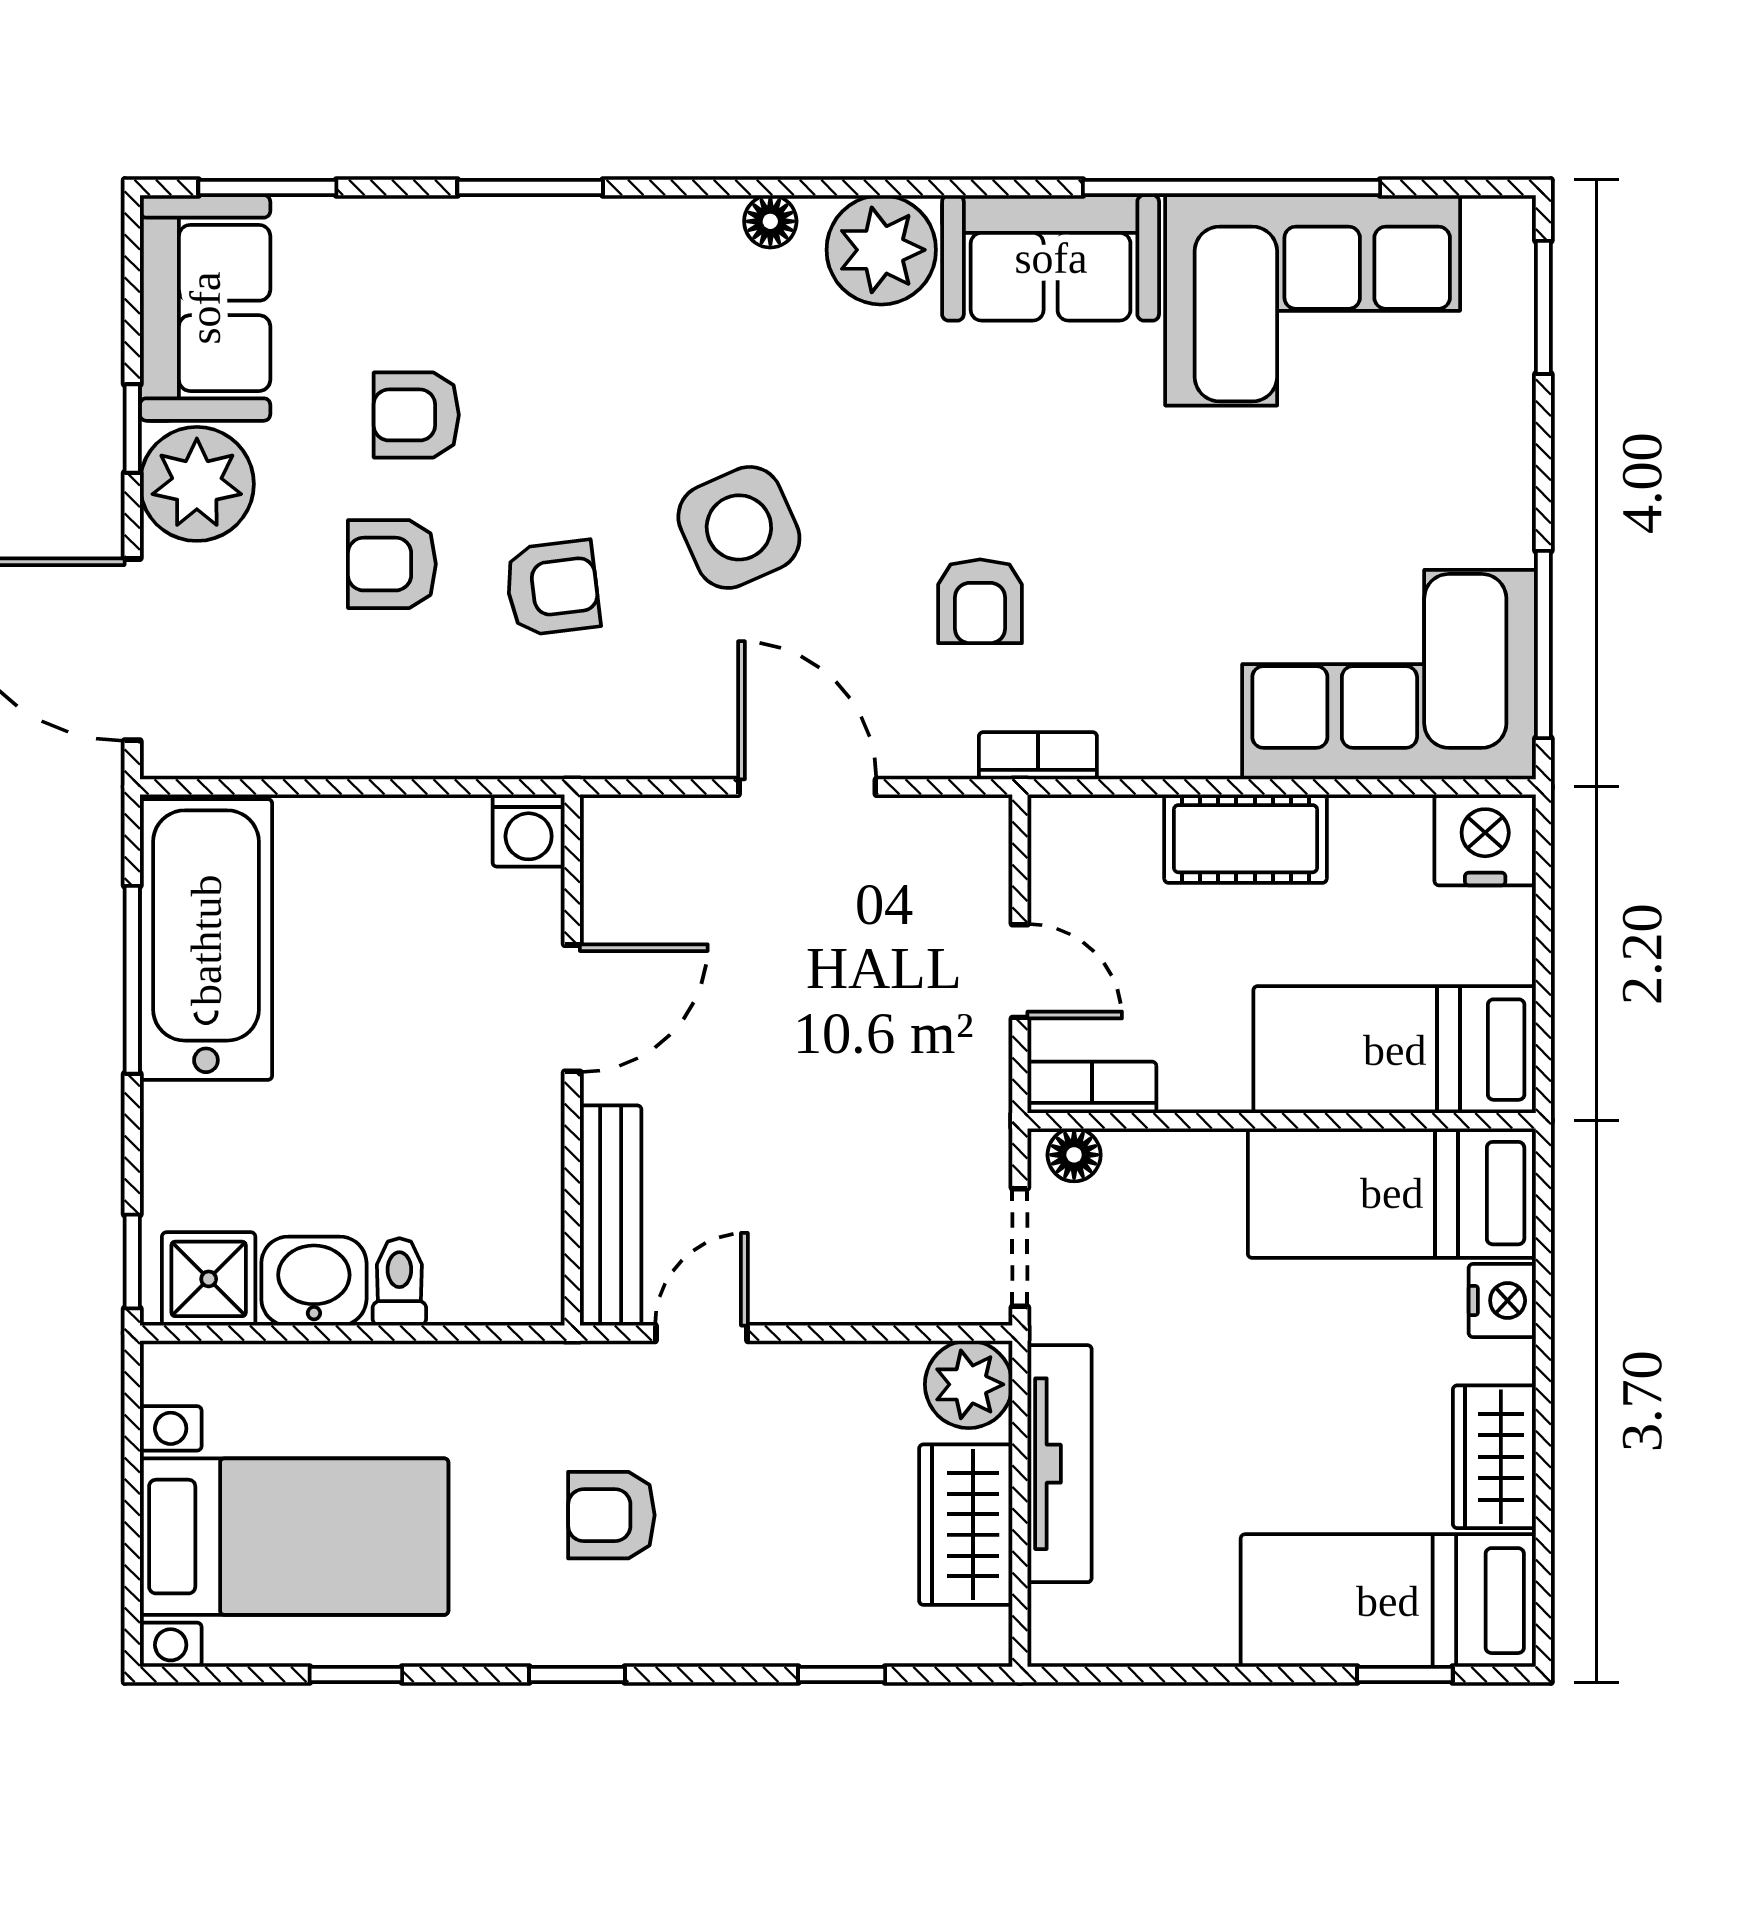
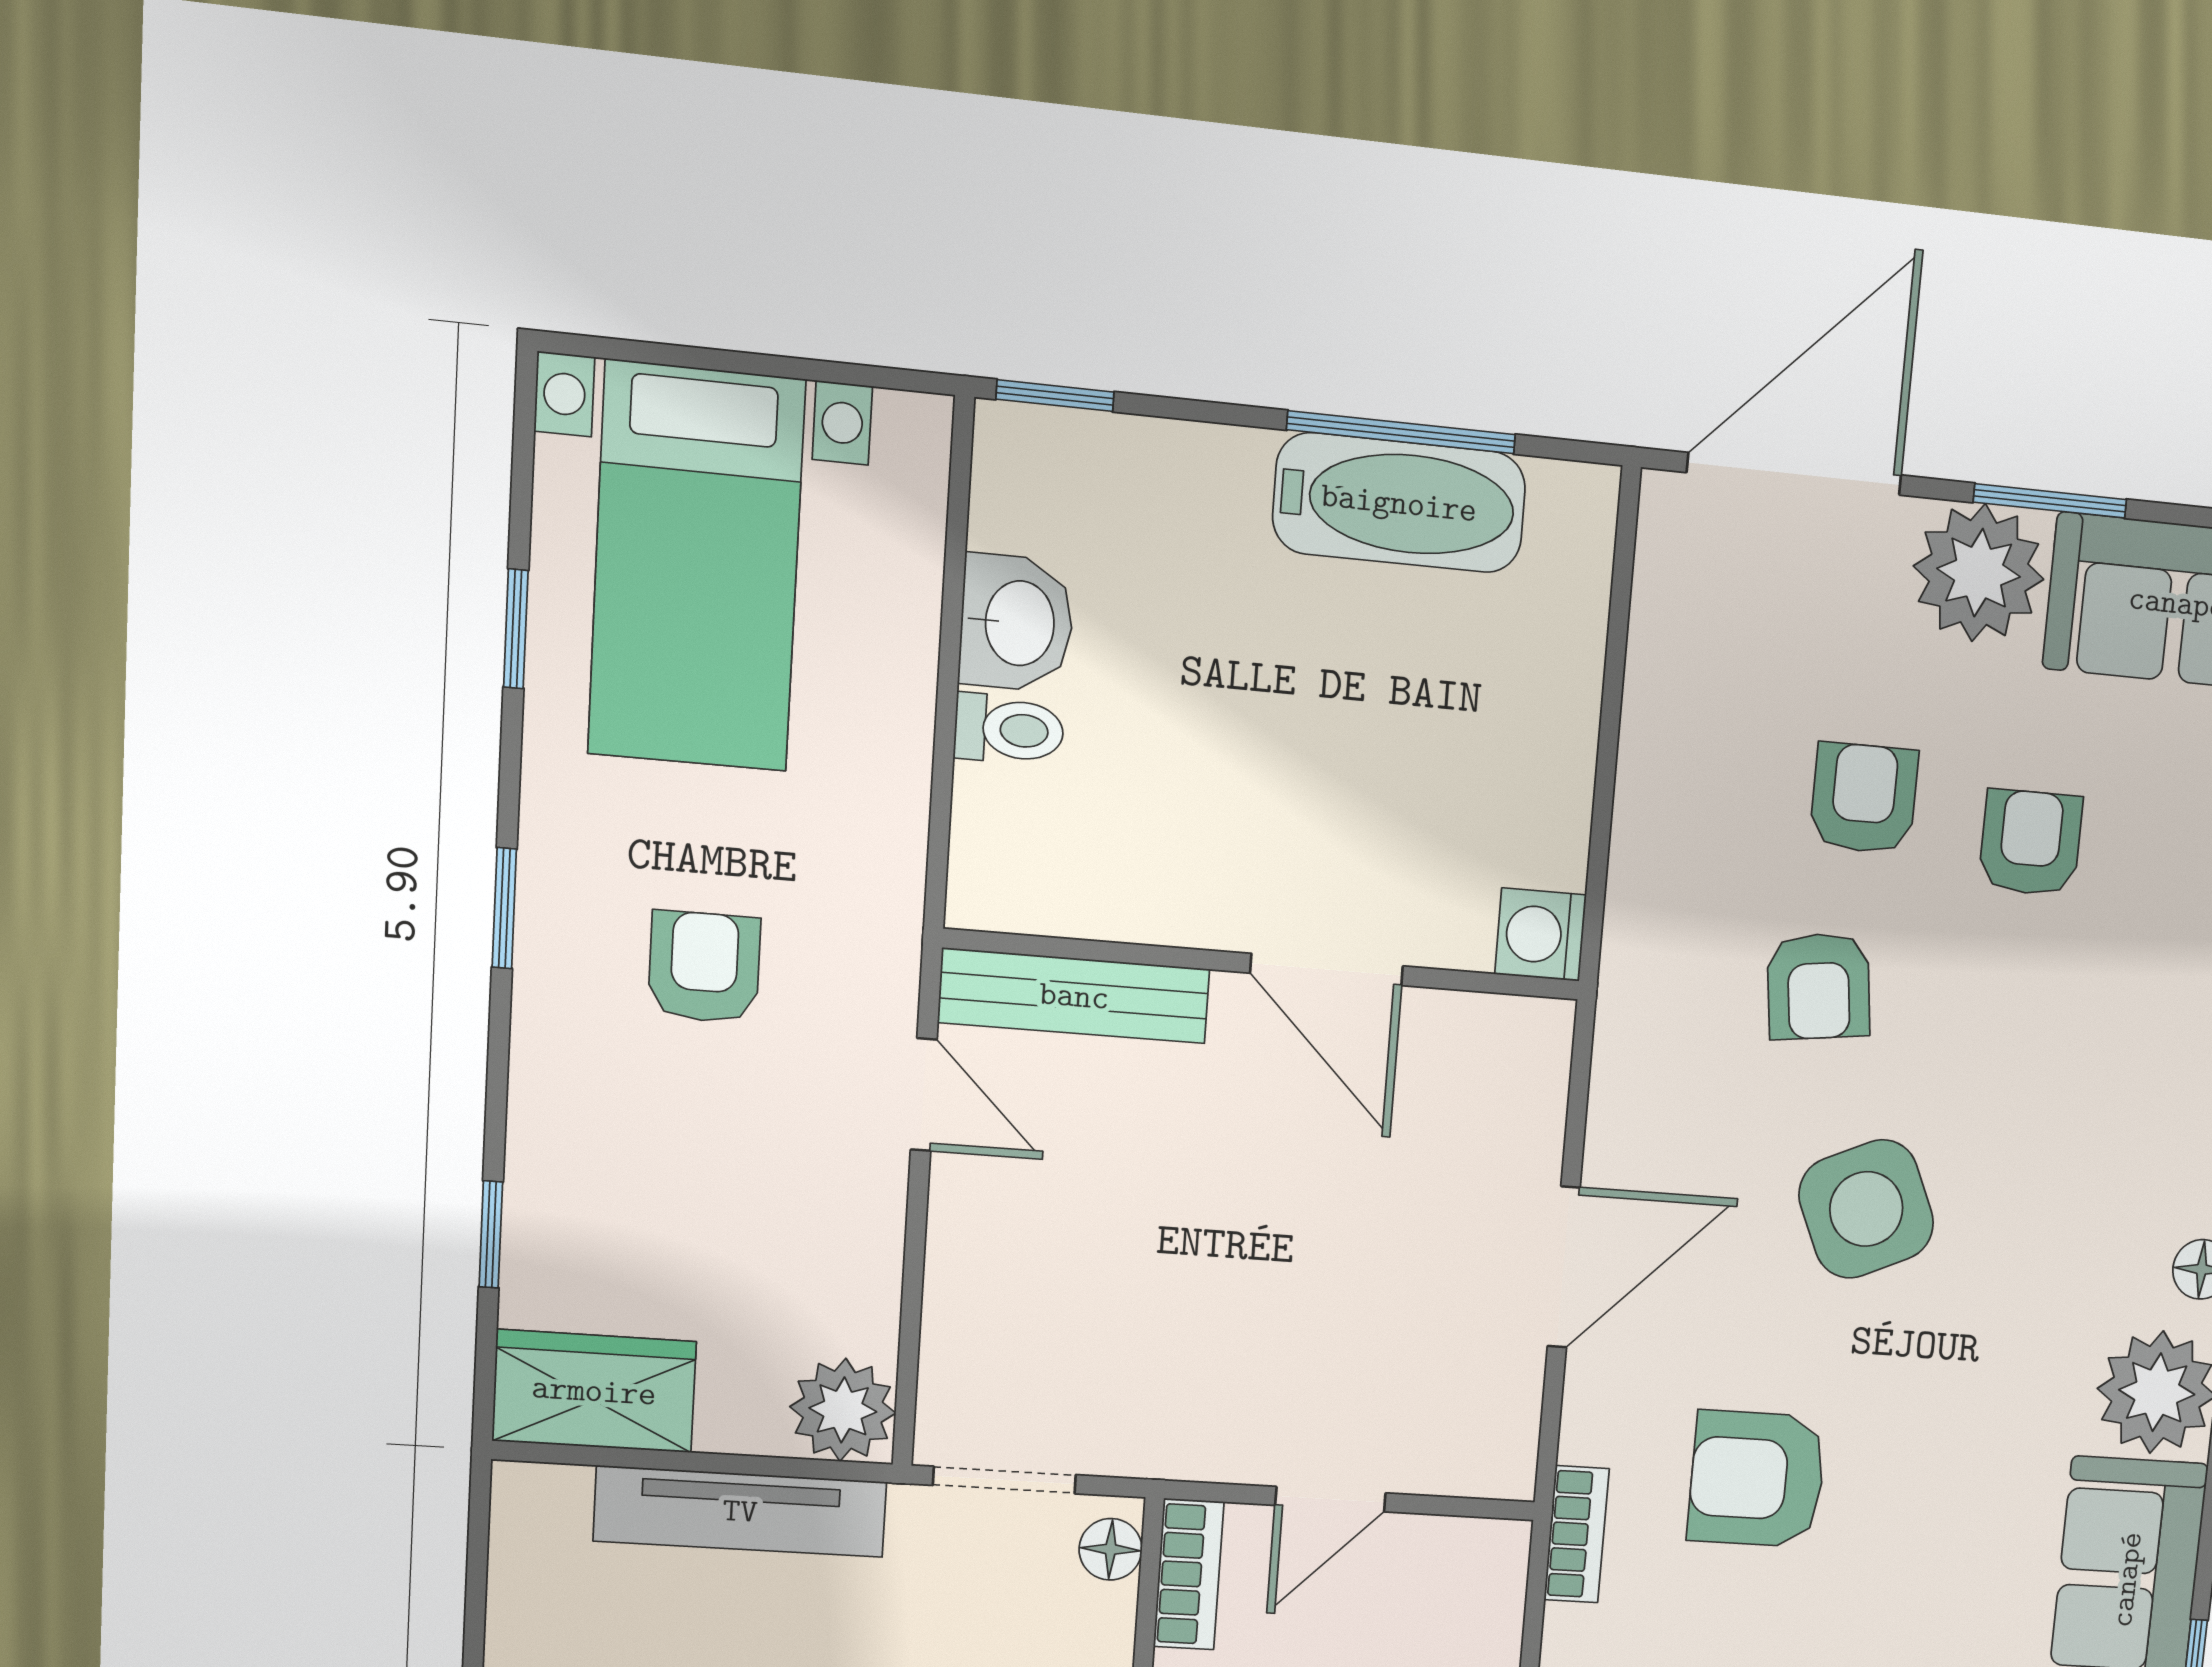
window: (132, 428) -> (2050, 501), width x1.50
armchair: (980, 601) -> (1757, 1479), width x1.38, depth x1.38
bathtub: (206, 940) -> (1399, 503), width x0.73, depth x0.73
shower: (209, 1279) -> (1027, 490), removed
wardrobe: (966, 1525) -> (594, 1391), moved

